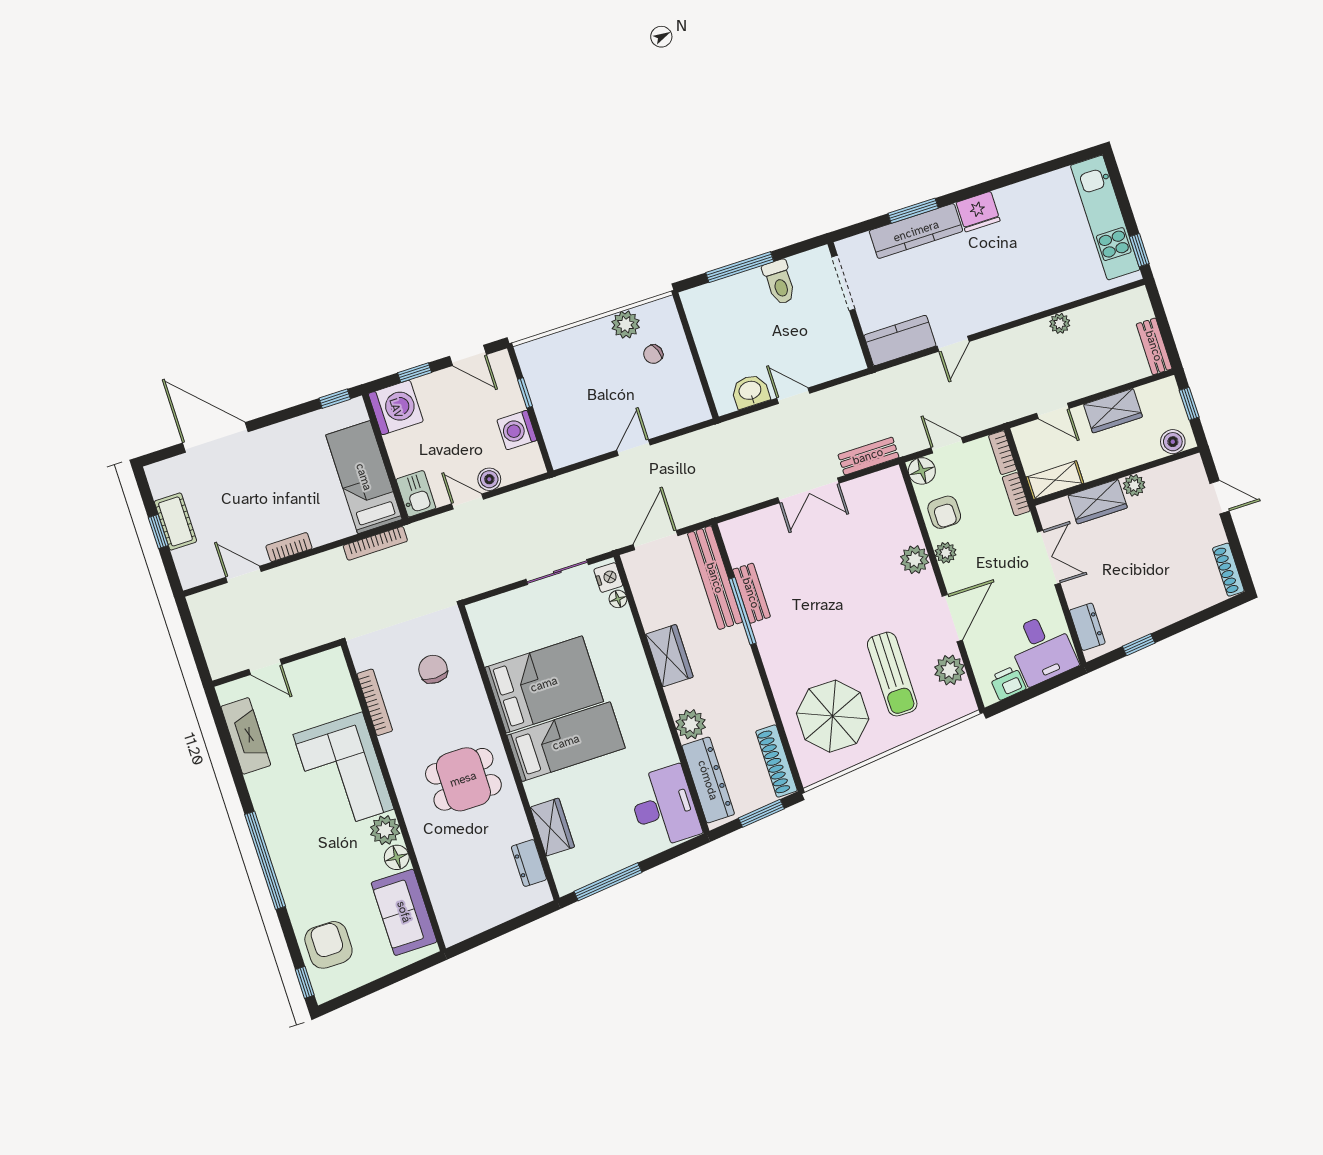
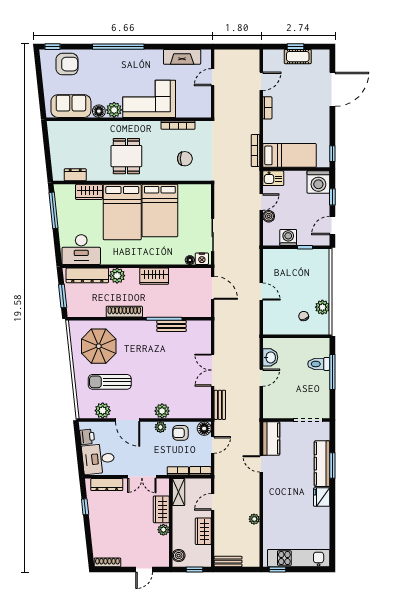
toilet: (779, 282) -> (319, 364), moved
bench: (715, 578) -> (185, 311), removed
dresser: (1087, 627) -> (107, 485), width x1.44
bed: (566, 742) -> (122, 212), width x1.50
shoe rack: (776, 761) -> (124, 312), moved

